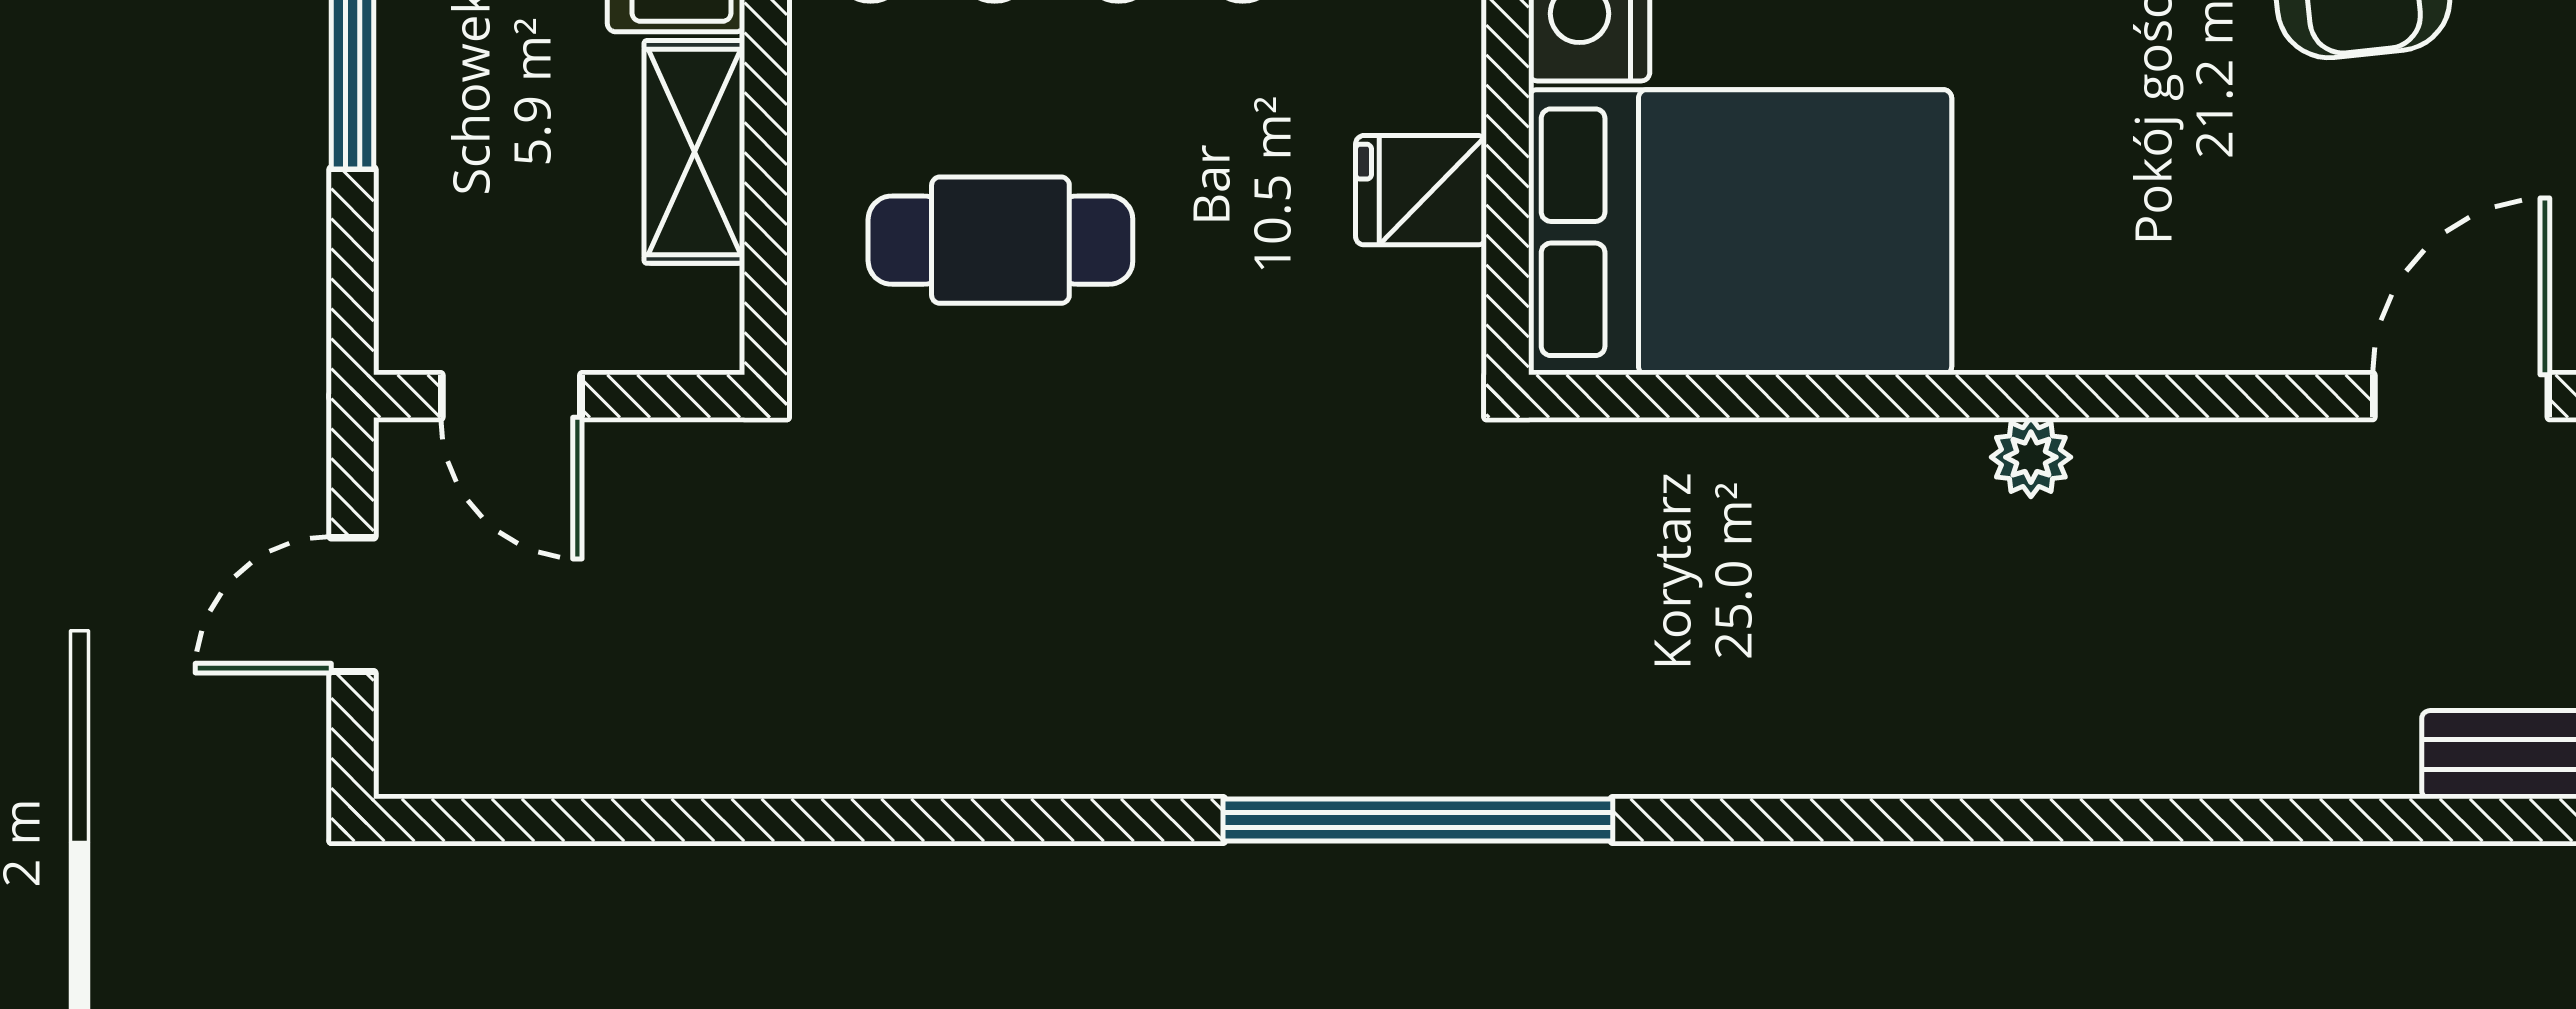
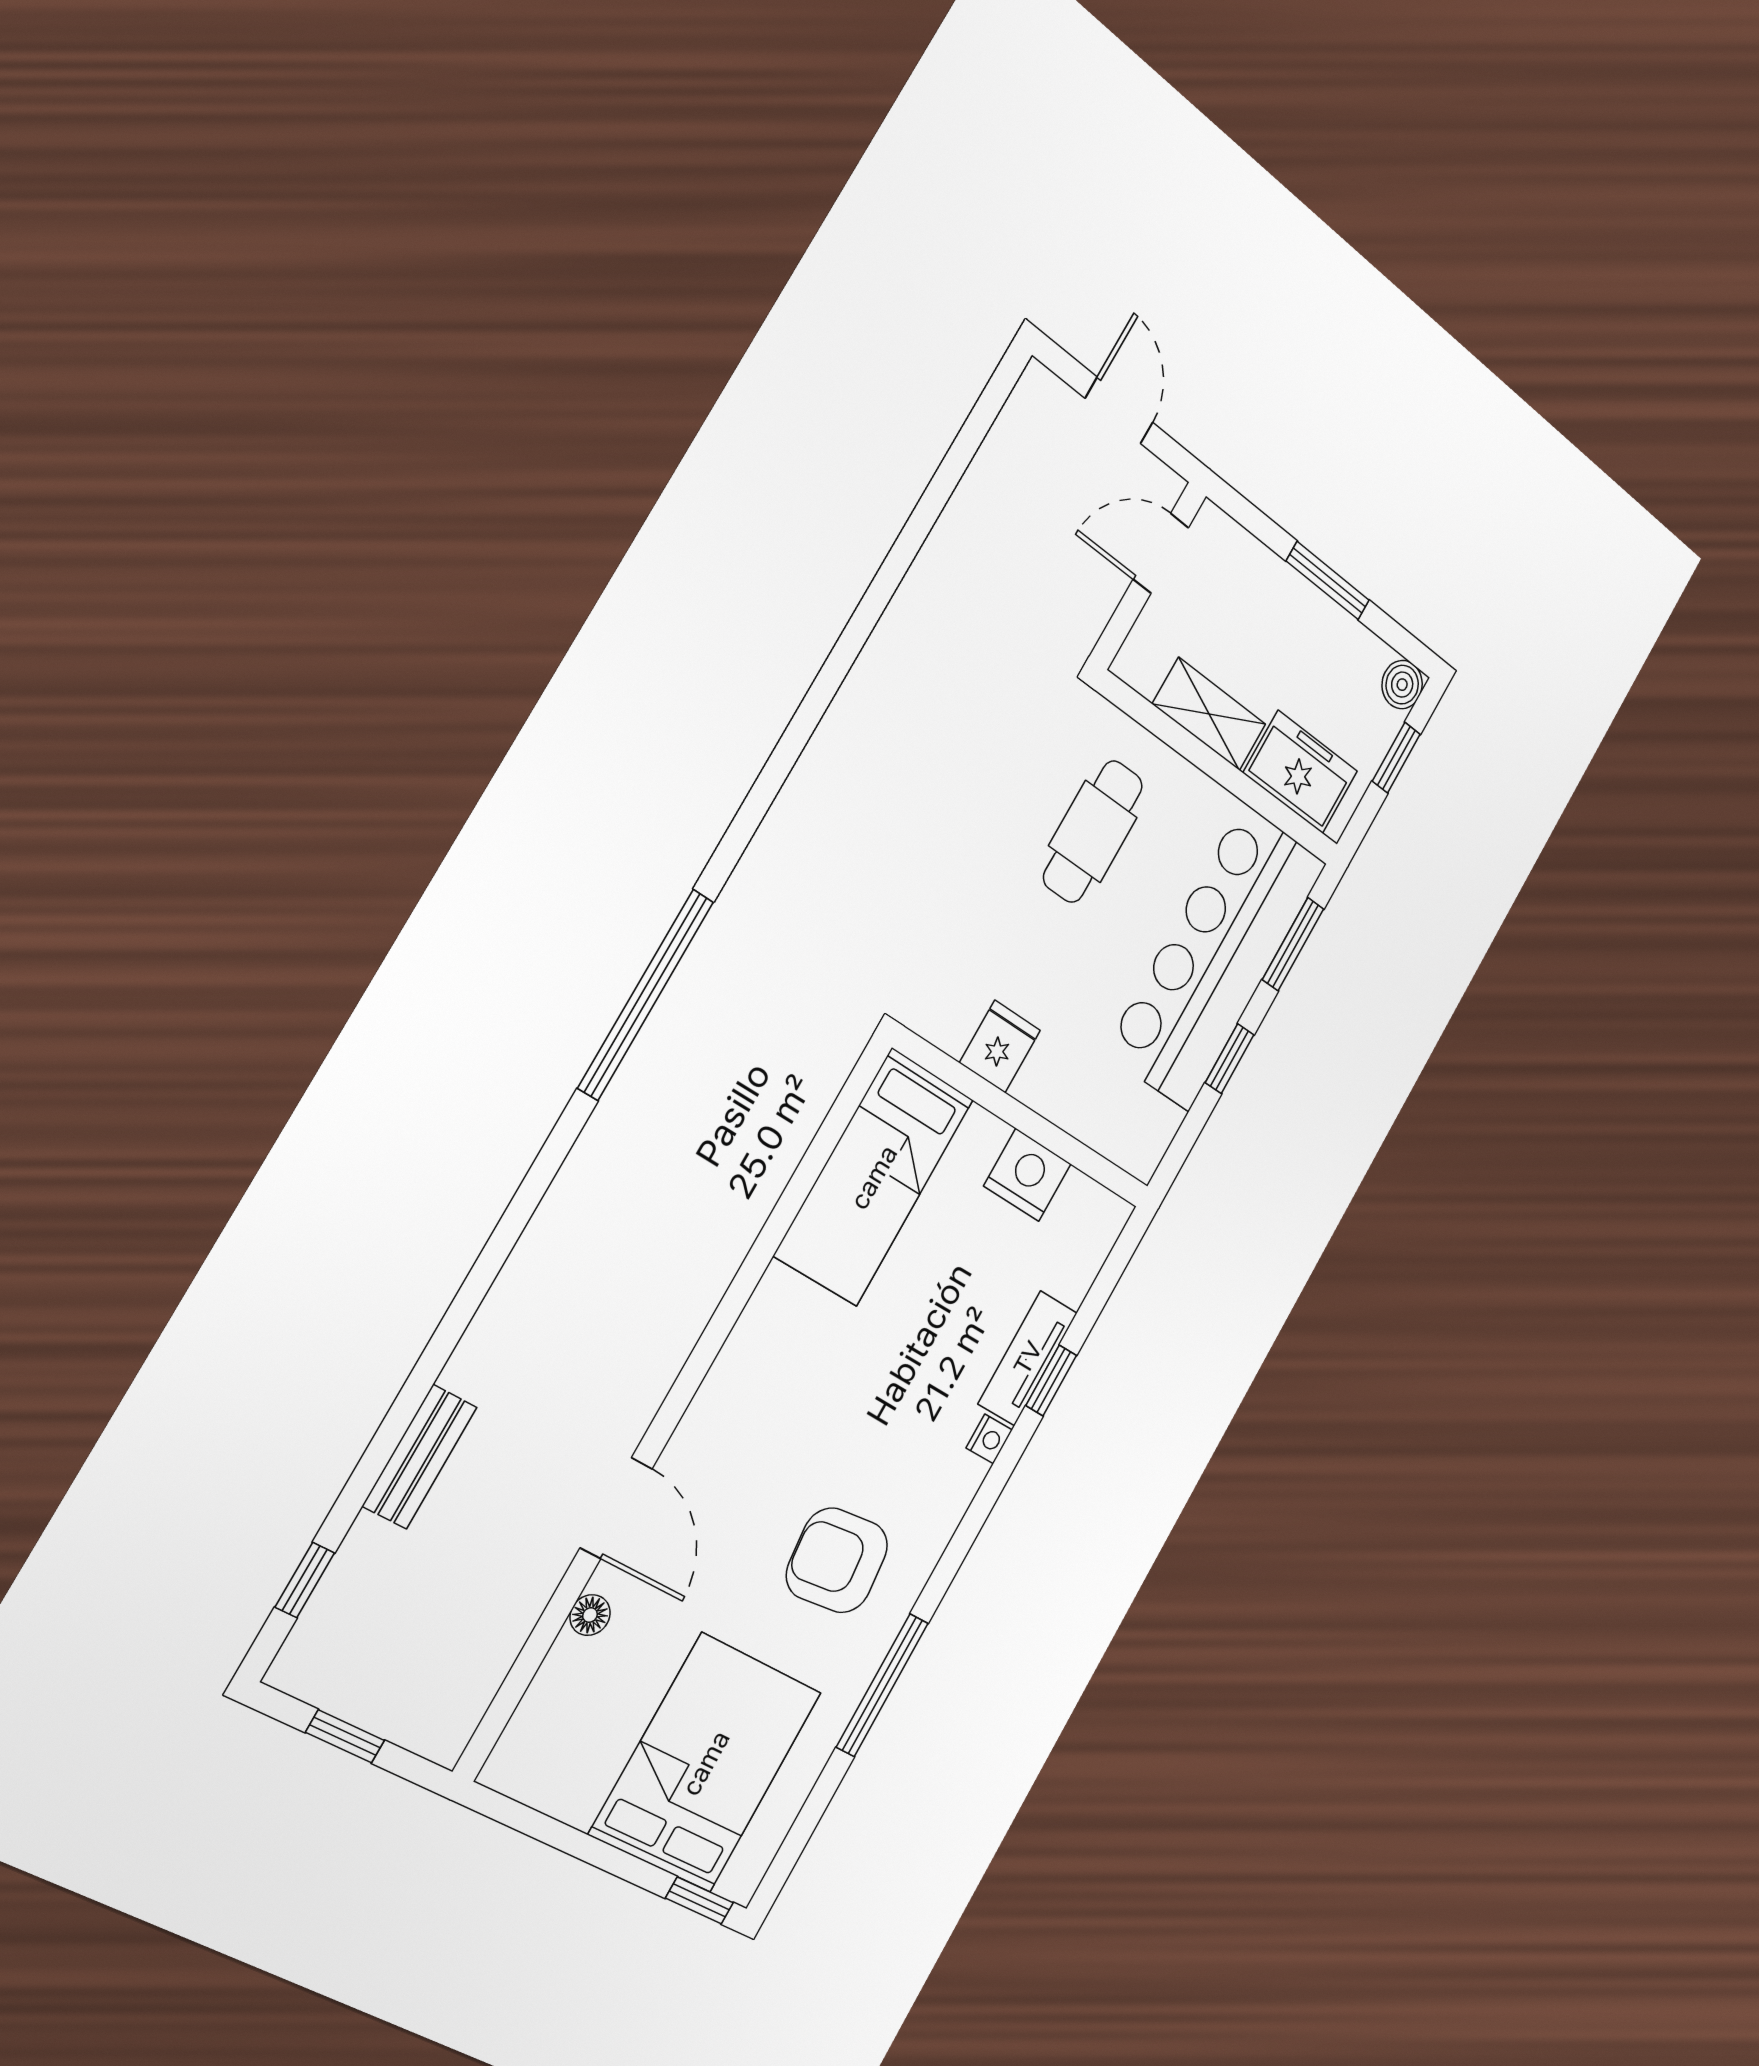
bed: (1740, 232) -> (874, 1177), width x0.67
plant: (2031, 457) -> (713, 1274), removed
window: (1418, 820) -> (646, 995), moved

